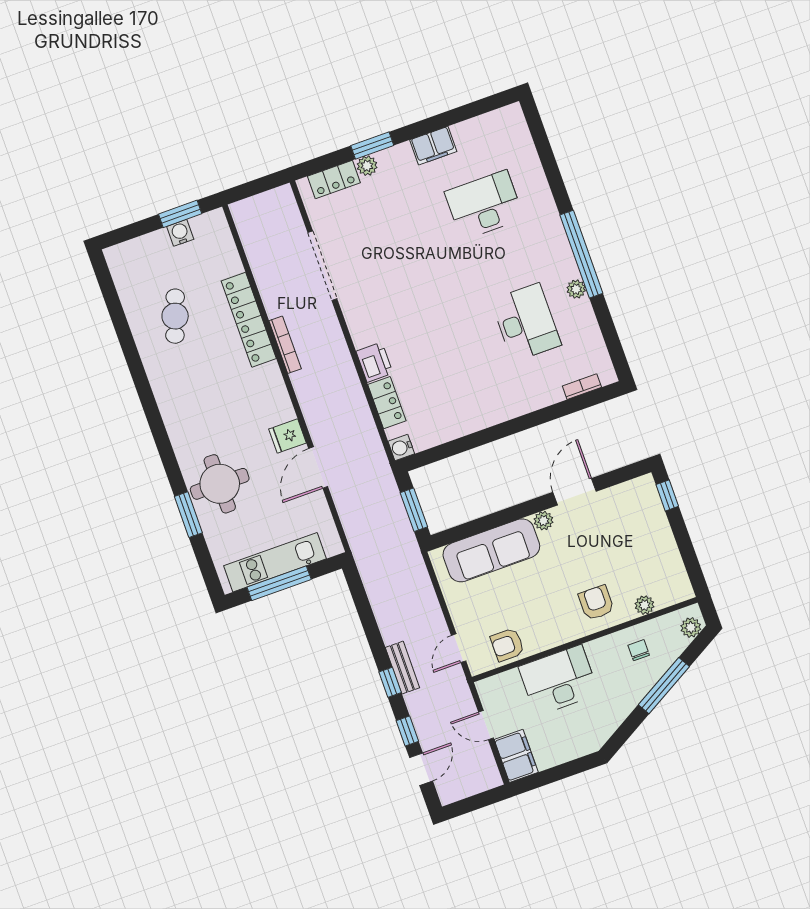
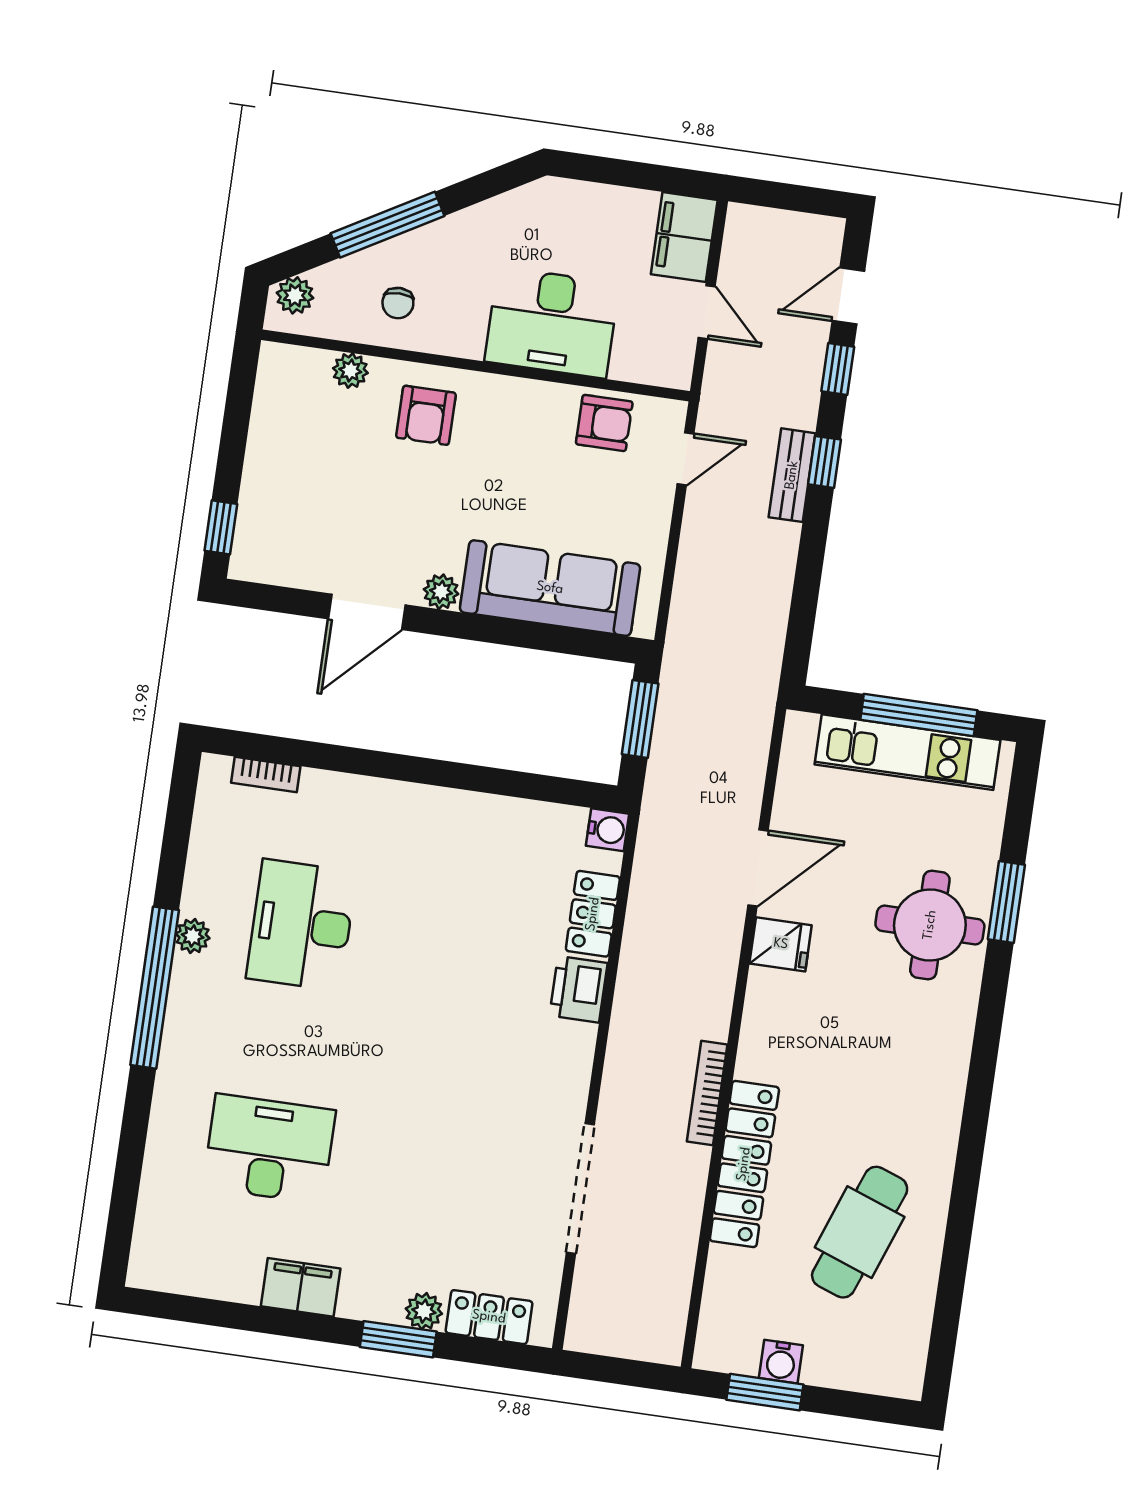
desk: (484, 205) -> (269, 1149), turned 180
cafe table: (175, 316) -> (860, 1232), width x1.37, depth x1.35

